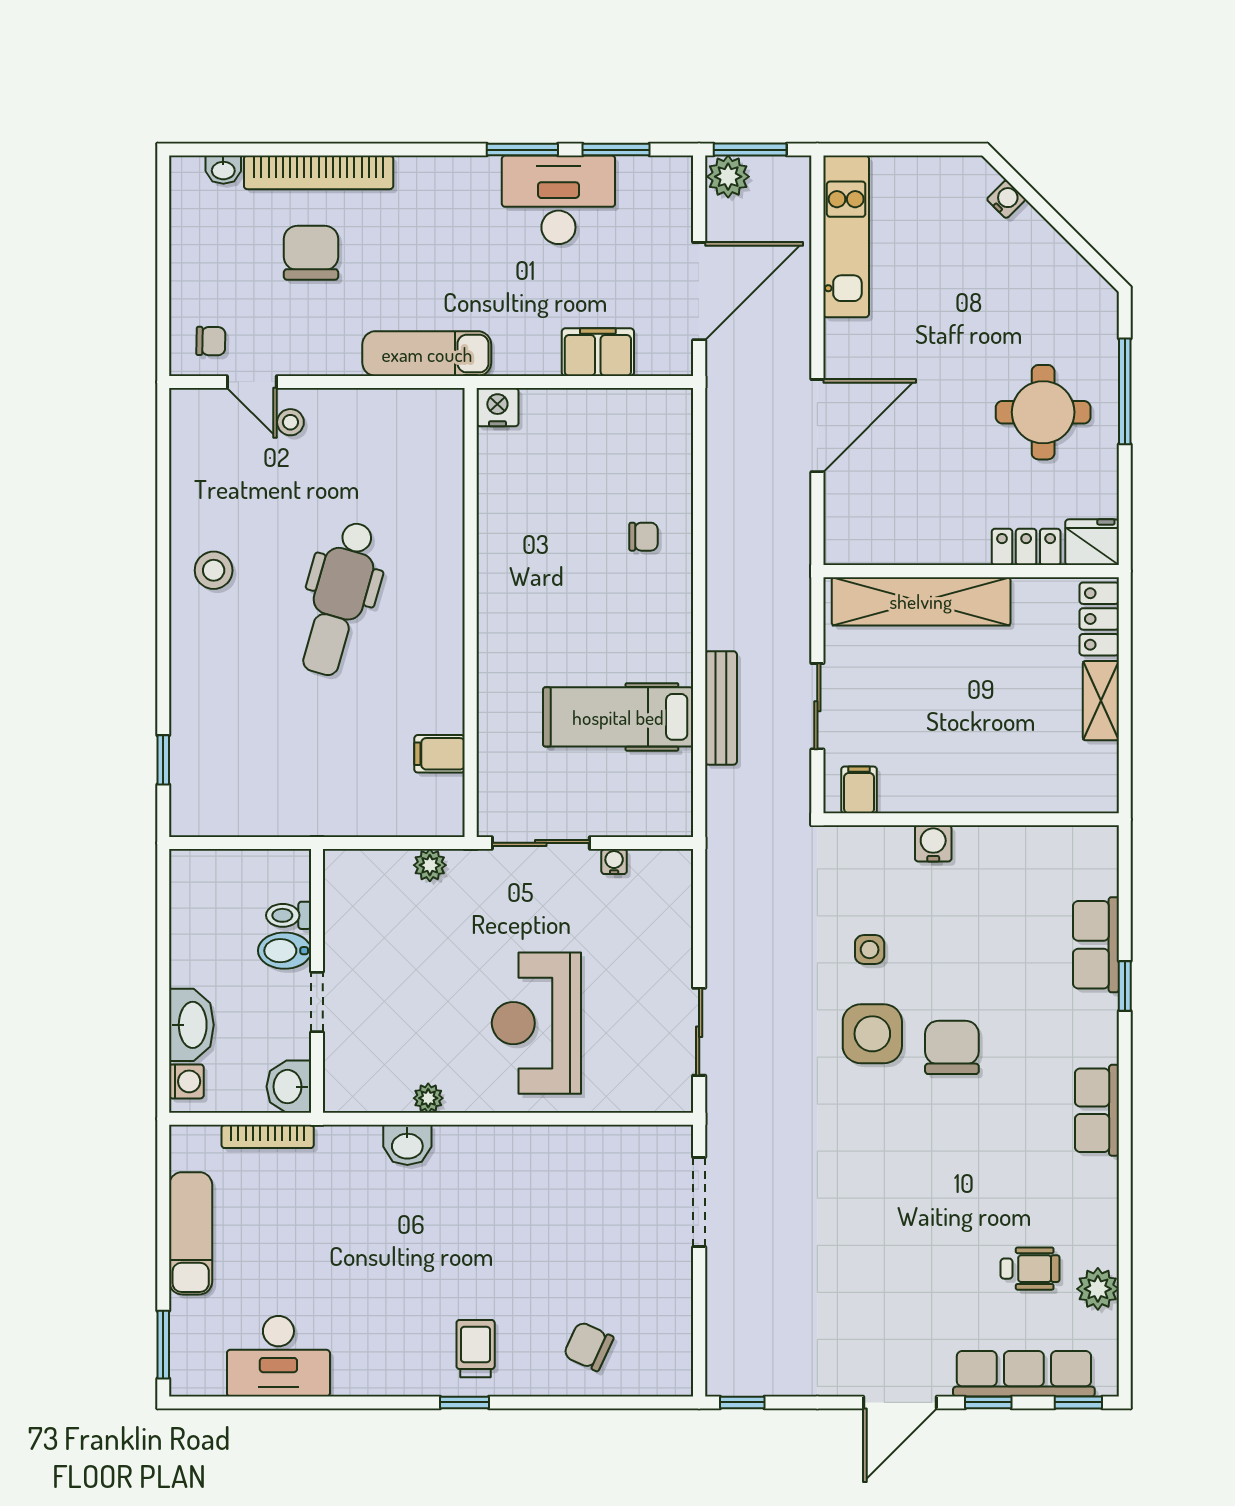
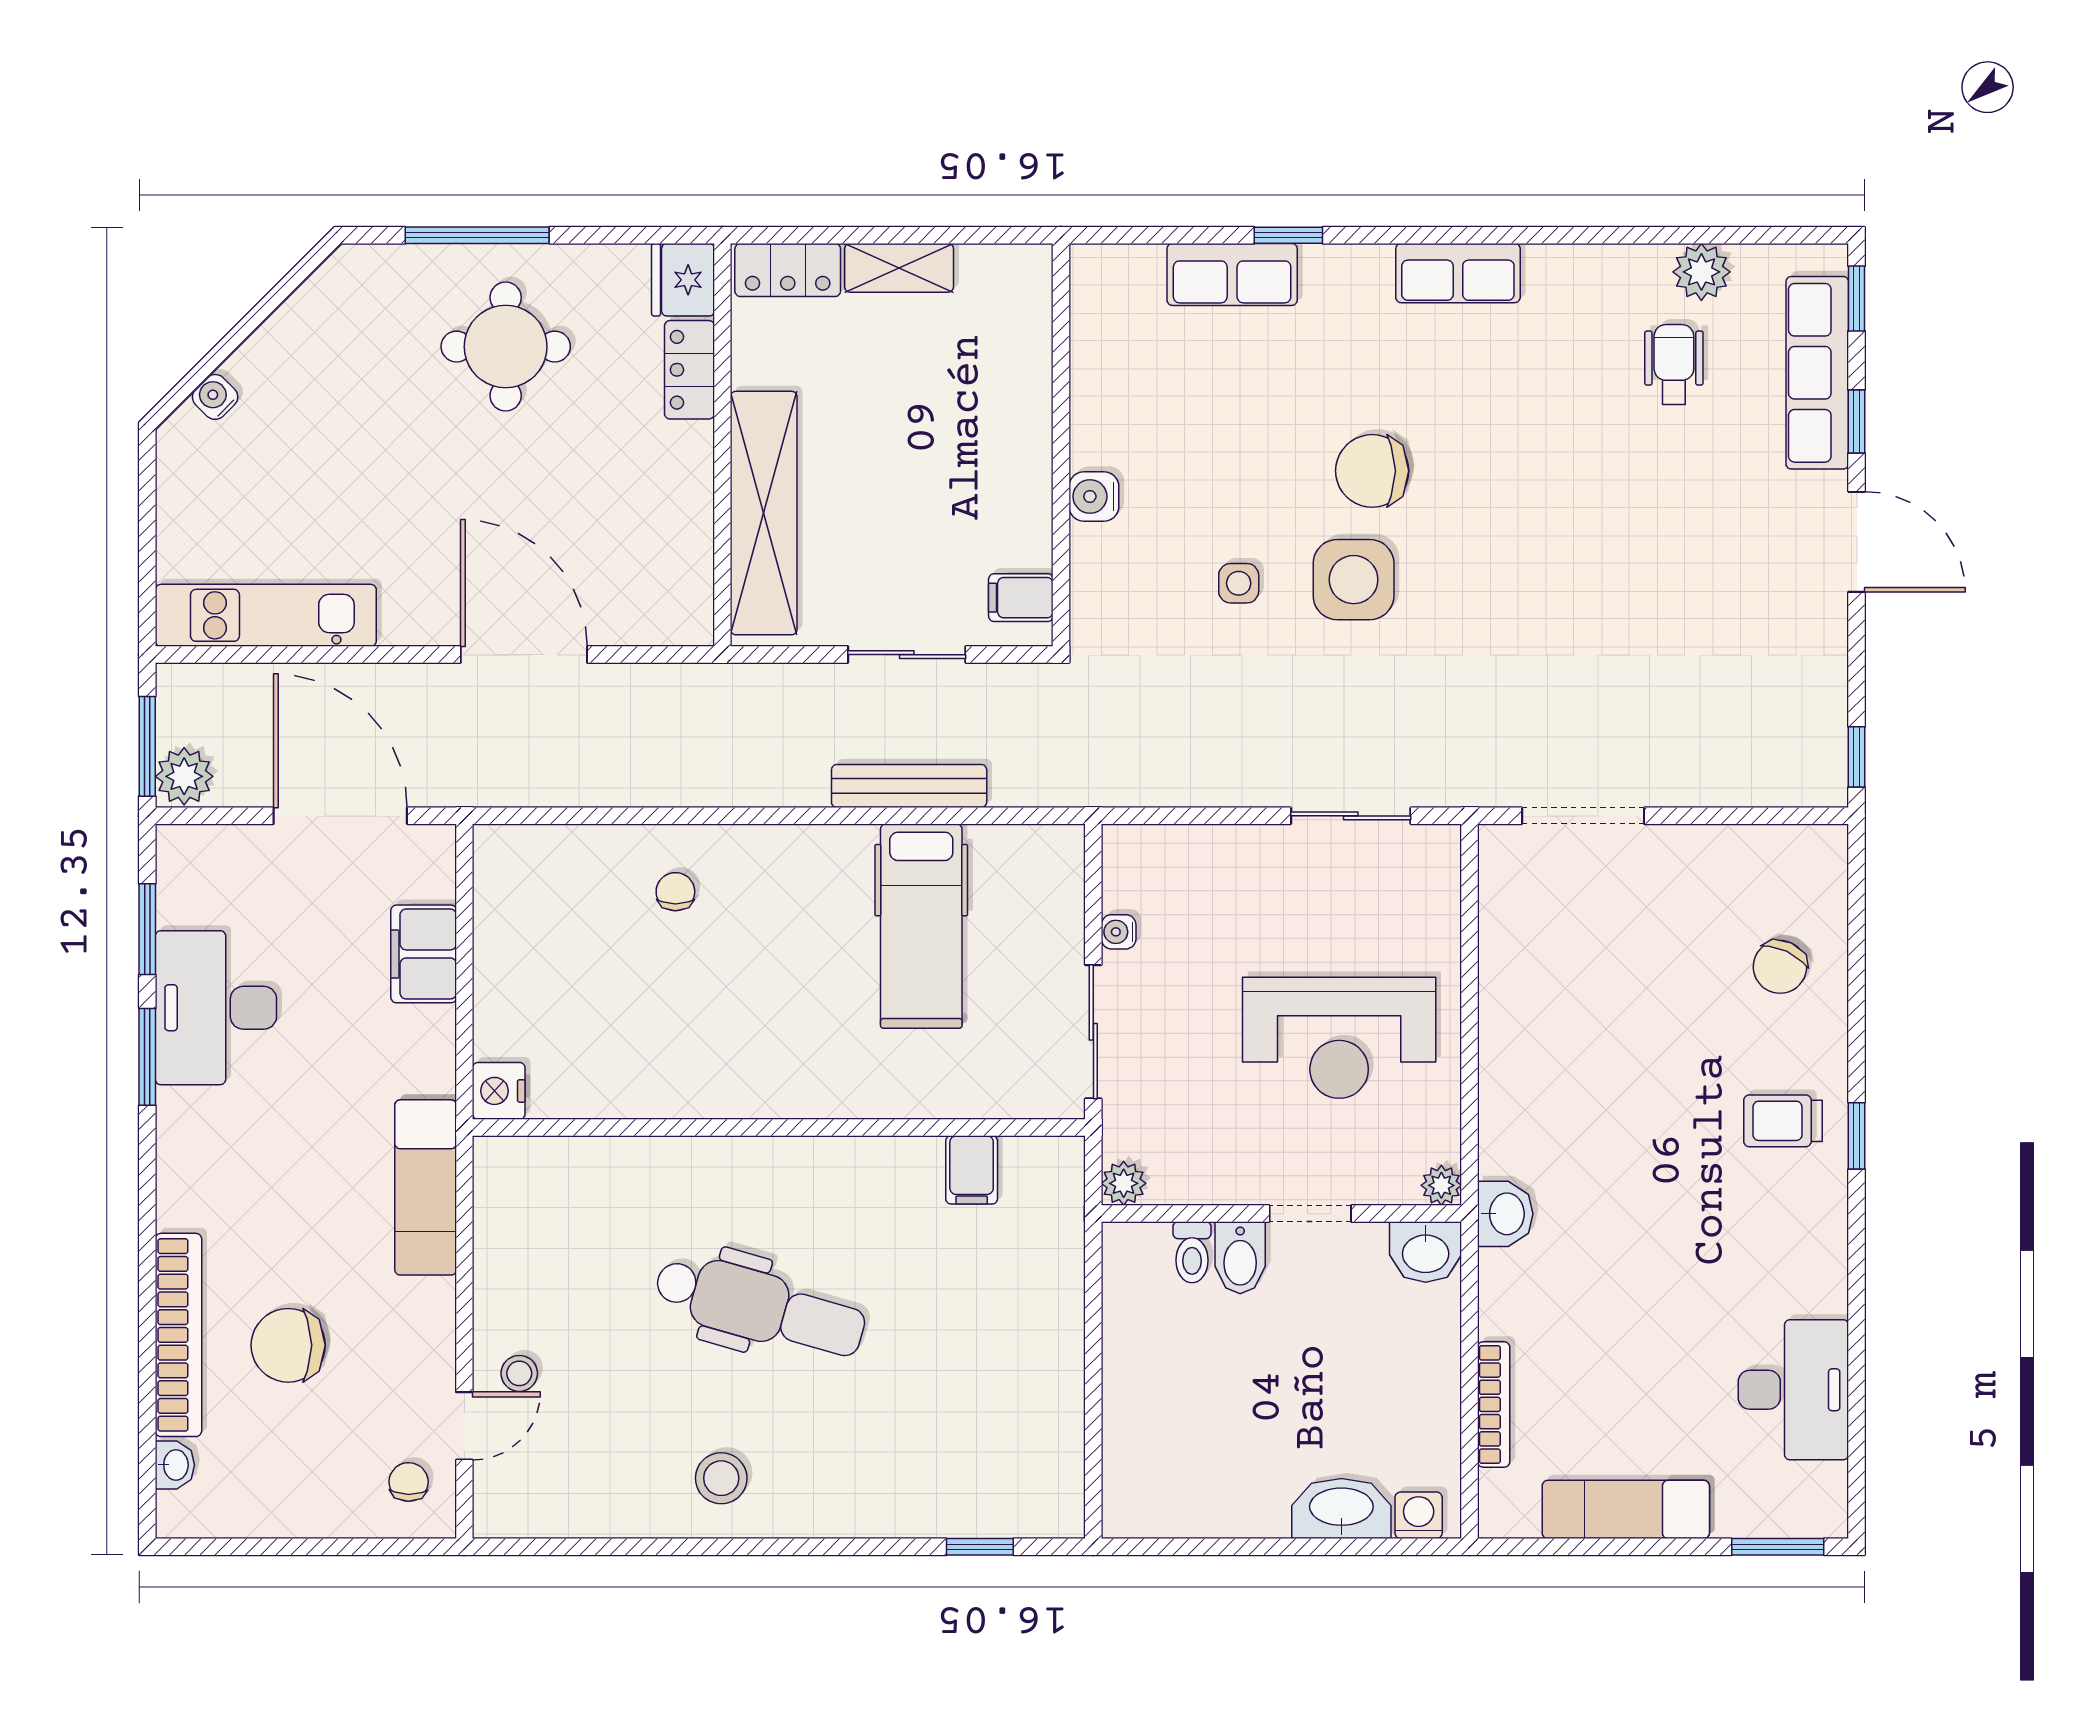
toilet: (289, 915) -> (1192, 1252), moved
bidet: (285, 951) -> (1240, 1258), moved
wall: (317, 981) -> (1281, 1214), moved
doorway: (317, 1002) -> (1310, 1214), moved
washbasin: (289, 1087) -> (1426, 1252), moved

